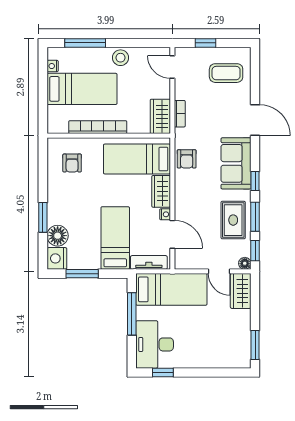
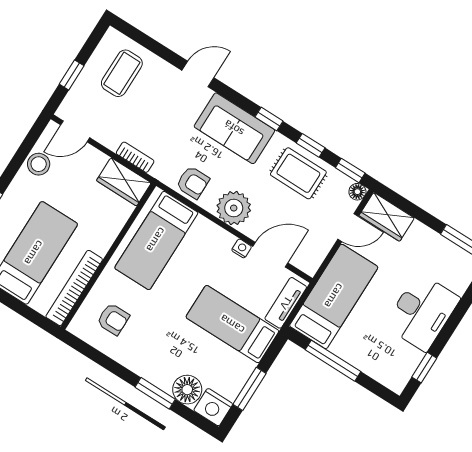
stool: (120, 58) -> (39, 164), moved
door: (255, 120) -> (198, 74), width x0.73
bookcase: (98, 127) -> (74, 288), moved
wardrobe: (161, 191) -> (212, 236), removed
plant: (187, 194) -> (234, 208), added
window: (255, 217) -> (311, 145), width x0.67
desk: (155, 344) -> (422, 312), moved, turned -90

